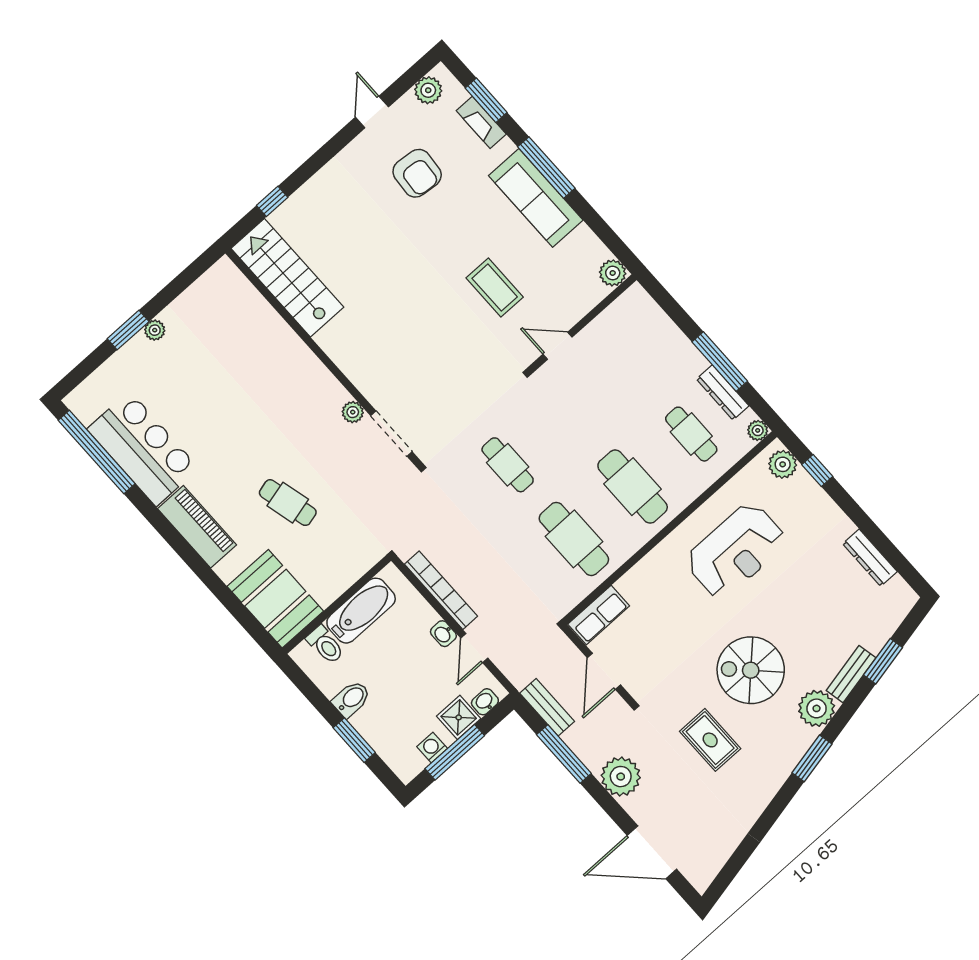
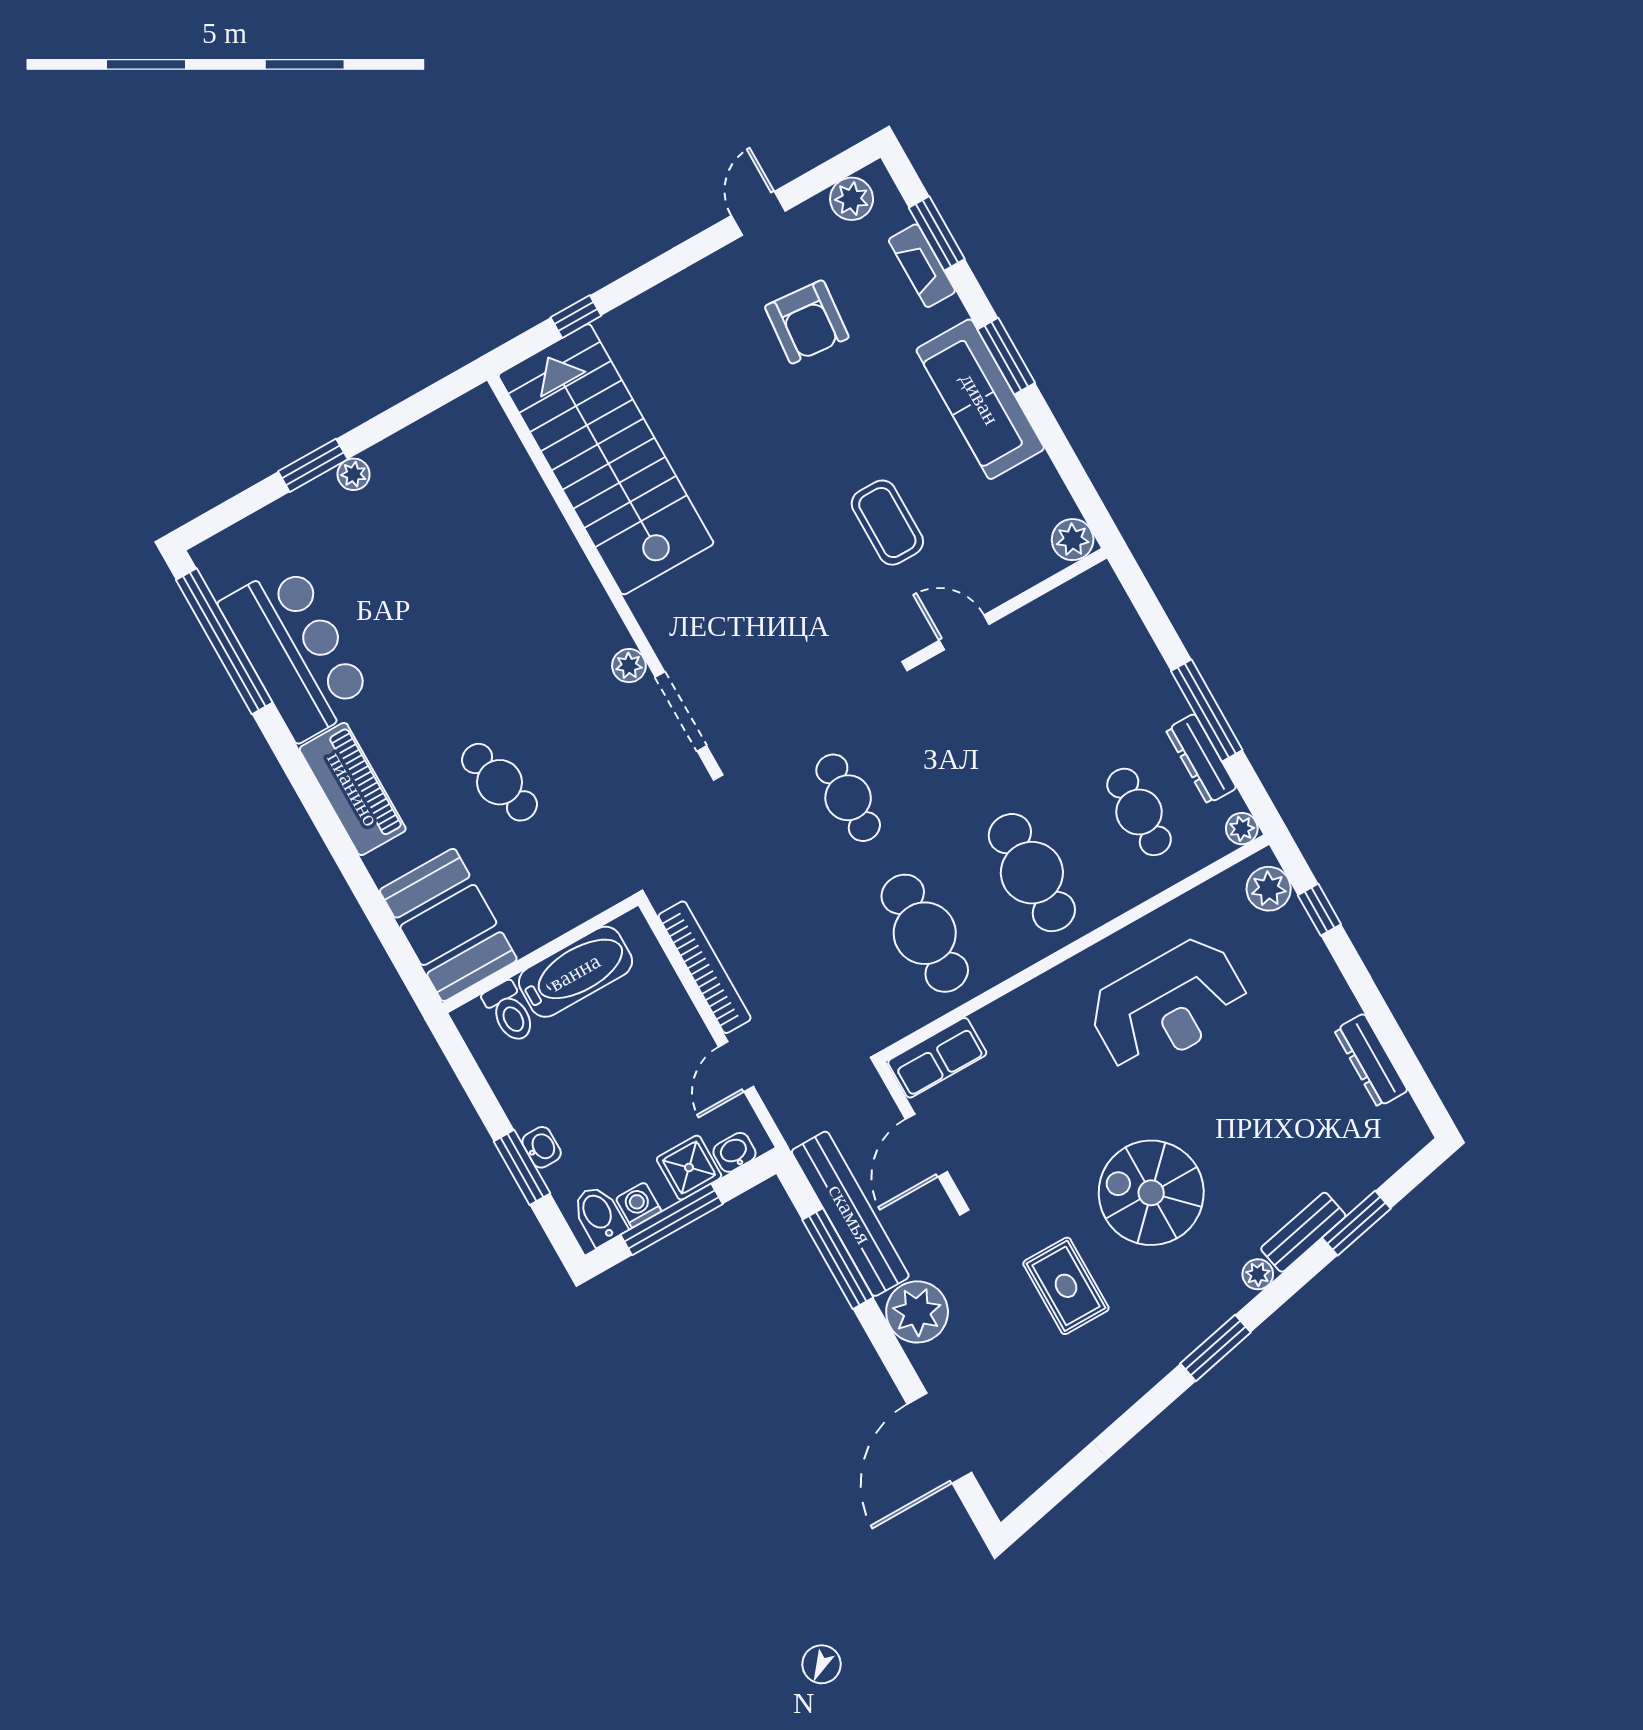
window: (546, 167) -> (1006, 356), width x0.69
stairs: (287, 278) -> (606, 459), width x1.36, depth x1.51
washbasin: (443, 634) -> (542, 1147), moved, turned 180
bidet: (351, 699) -> (599, 1215), moved, turned -90
bench: (547, 707) -> (850, 1214), width x1.86, depth x1.21
plant: (817, 708) -> (1258, 1274), width x0.53, depth x0.53
door: (652, 852) -> (939, 1438), hinge flipped

